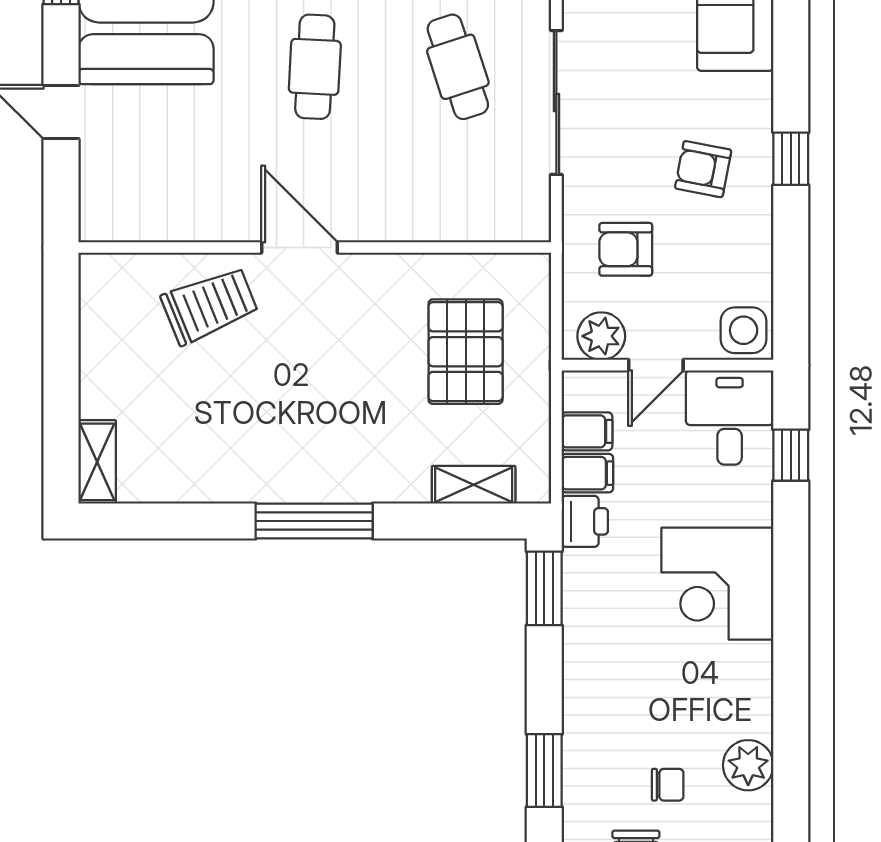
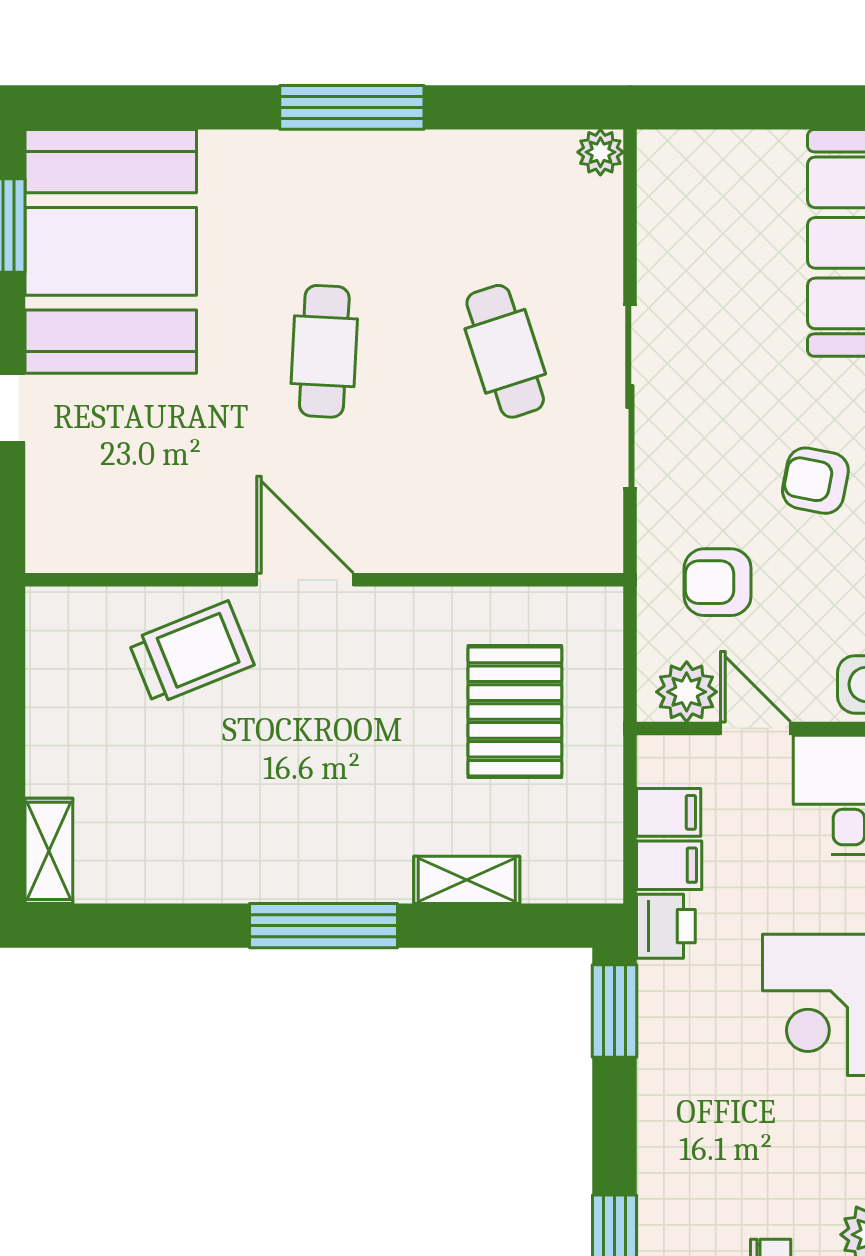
door: (656, 365) -> (755, 729), swing flipped
shelving: (474, 485) -> (467, 880), moved

